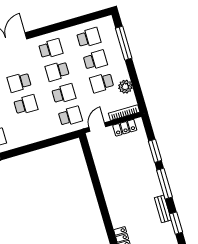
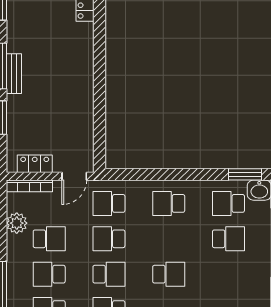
school desk: (26, 105) -> (169, 203), moved
bench: (163, 209) -> (14, 74), moved

